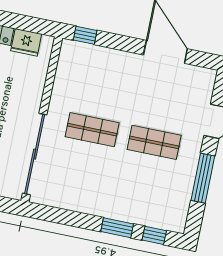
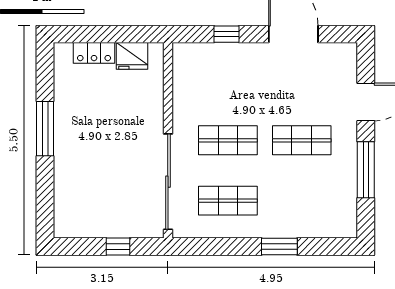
window: (85, 35) -> (227, 34), moved
shop shelf: (82, 180) -> (228, 201), added
window: (154, 235) -> (324, 247), removed

